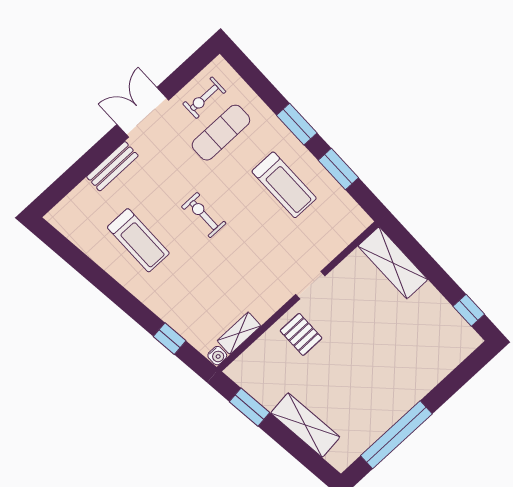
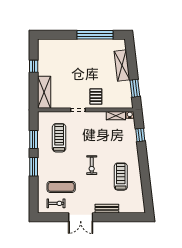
treadmill: (284, 185) -> (59, 138), moved
window: (469, 310) -> (34, 66), moved

